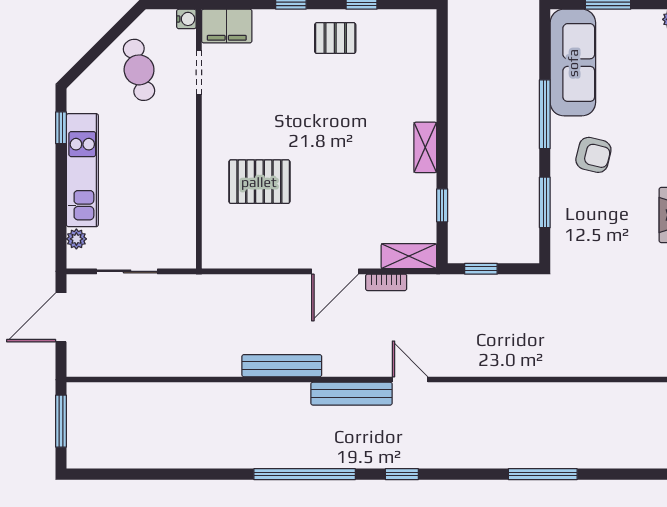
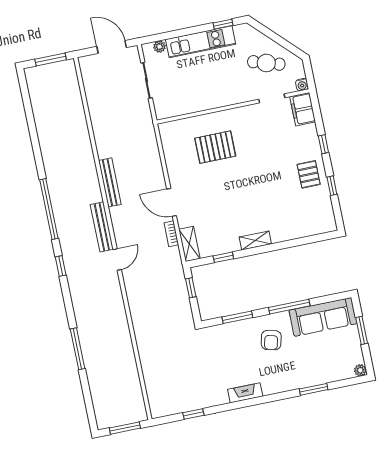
cafe table: (139, 70) -> (266, 63), turned 31
pallet: (259, 182) -> (215, 147), turned 90

